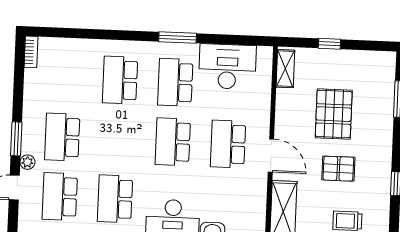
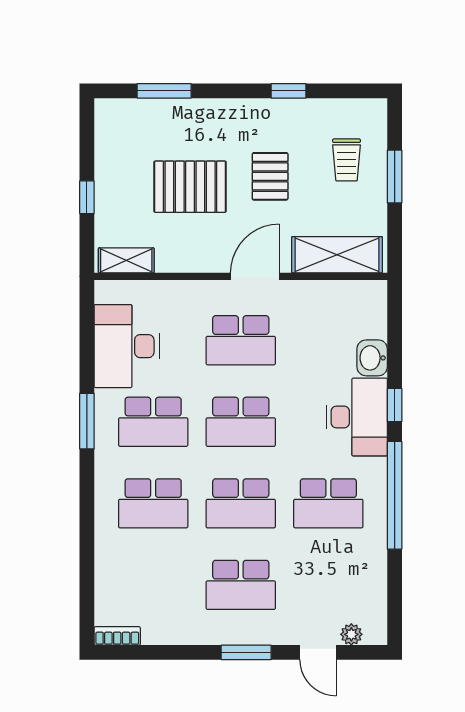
plant: (27, 162) -> (351, 634), moved
school desk: (60, 197) -> (241, 503), moved

